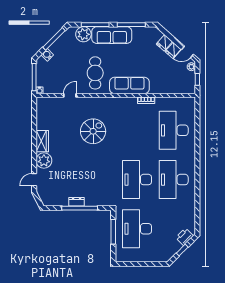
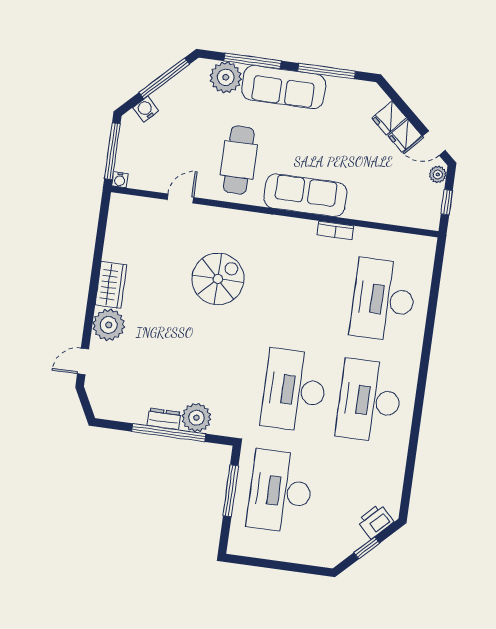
plant: (92, 199) -> (196, 418), added

